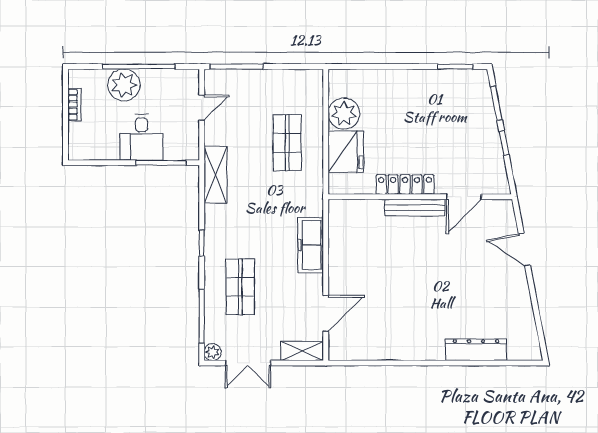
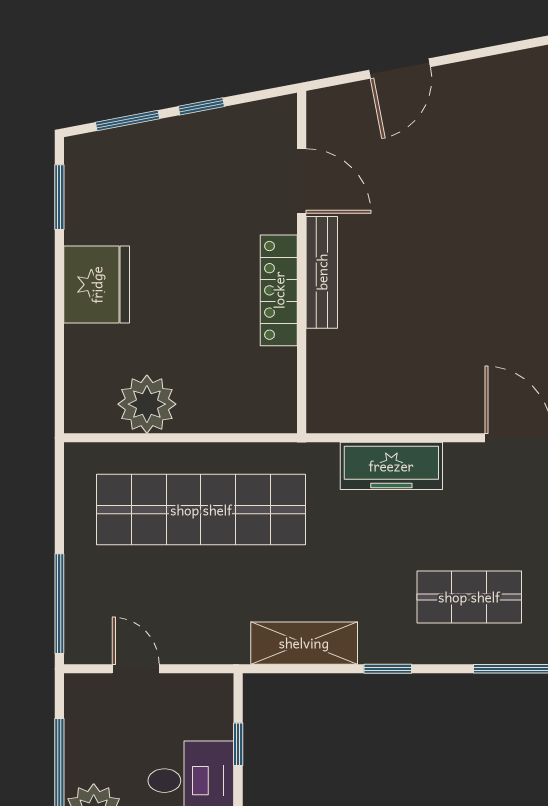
shop shelf: (287, 143) -> (201, 510), width x2.00, depth x1.36
fridge: (346, 152) -> (97, 285), moved, turned 90
window: (161, 163) -> (238, 744), width x0.46
shelving: (215, 175) -> (304, 643), moved

